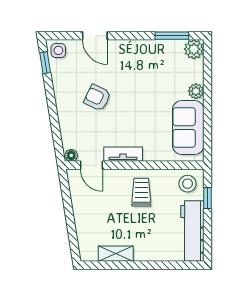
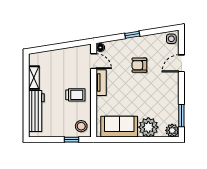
window: (45, 63) -> (132, 35), moved
plant: (196, 91) -> (148, 127), width x1.88, depth x1.88
armchair: (97, 98) -> (139, 65), turned -116
door: (91, 165) -> (94, 61), swing flipped
workbench: (192, 231) -> (36, 111), moved, turned 90

